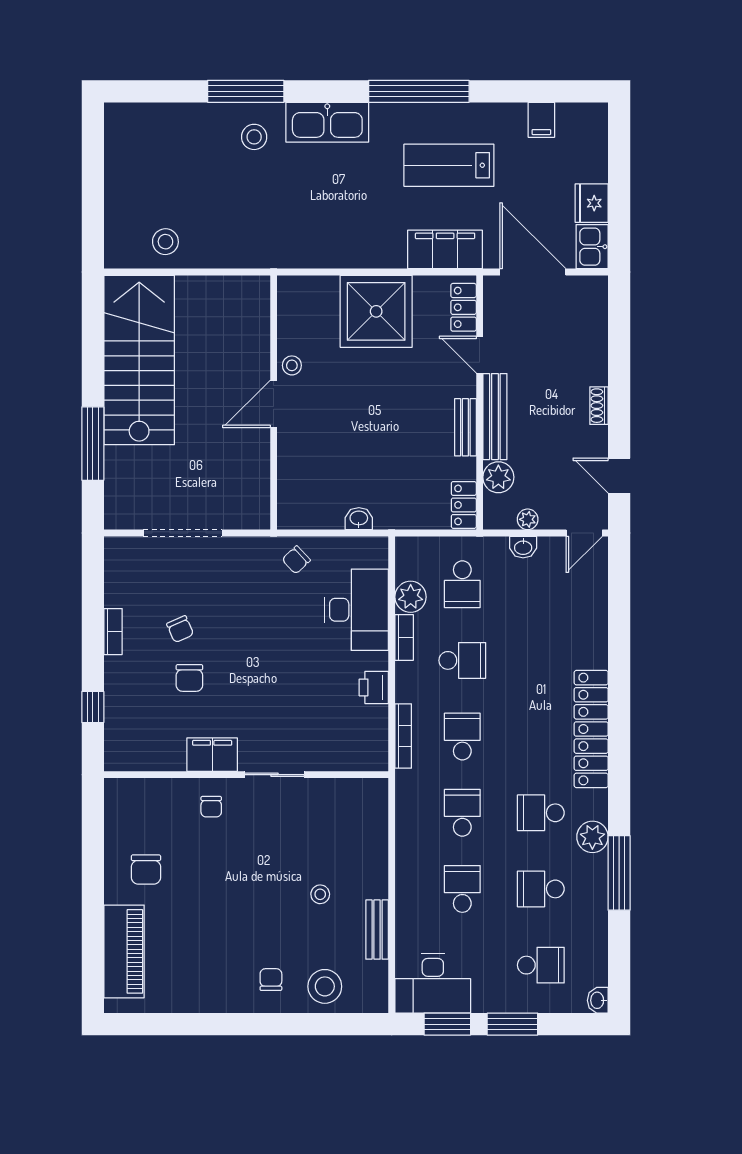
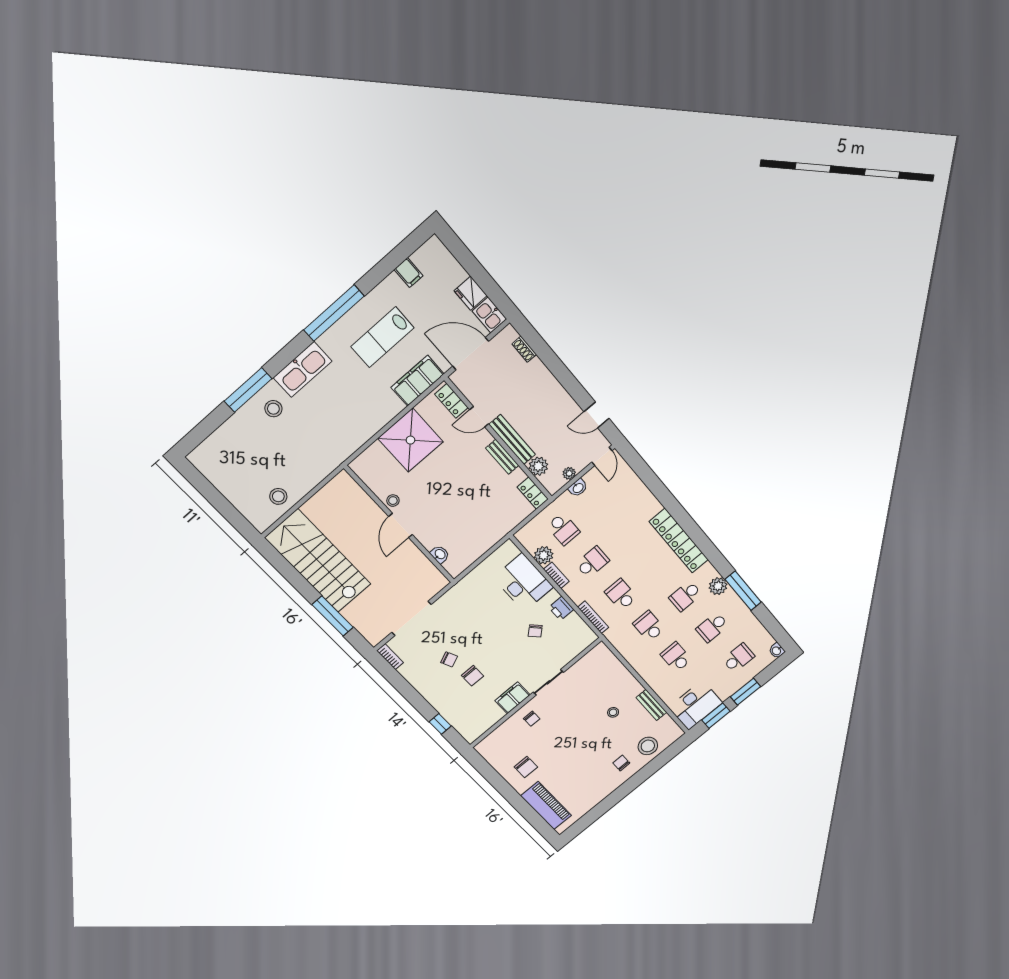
shoe rack: (599, 406) -> (524, 349), moved
washbasin: (359, 519) -> (440, 554), moved, turned 90
chair: (296, 560) -> (535, 631), moved
bookcase: (113, 632) -> (390, 657), moved

